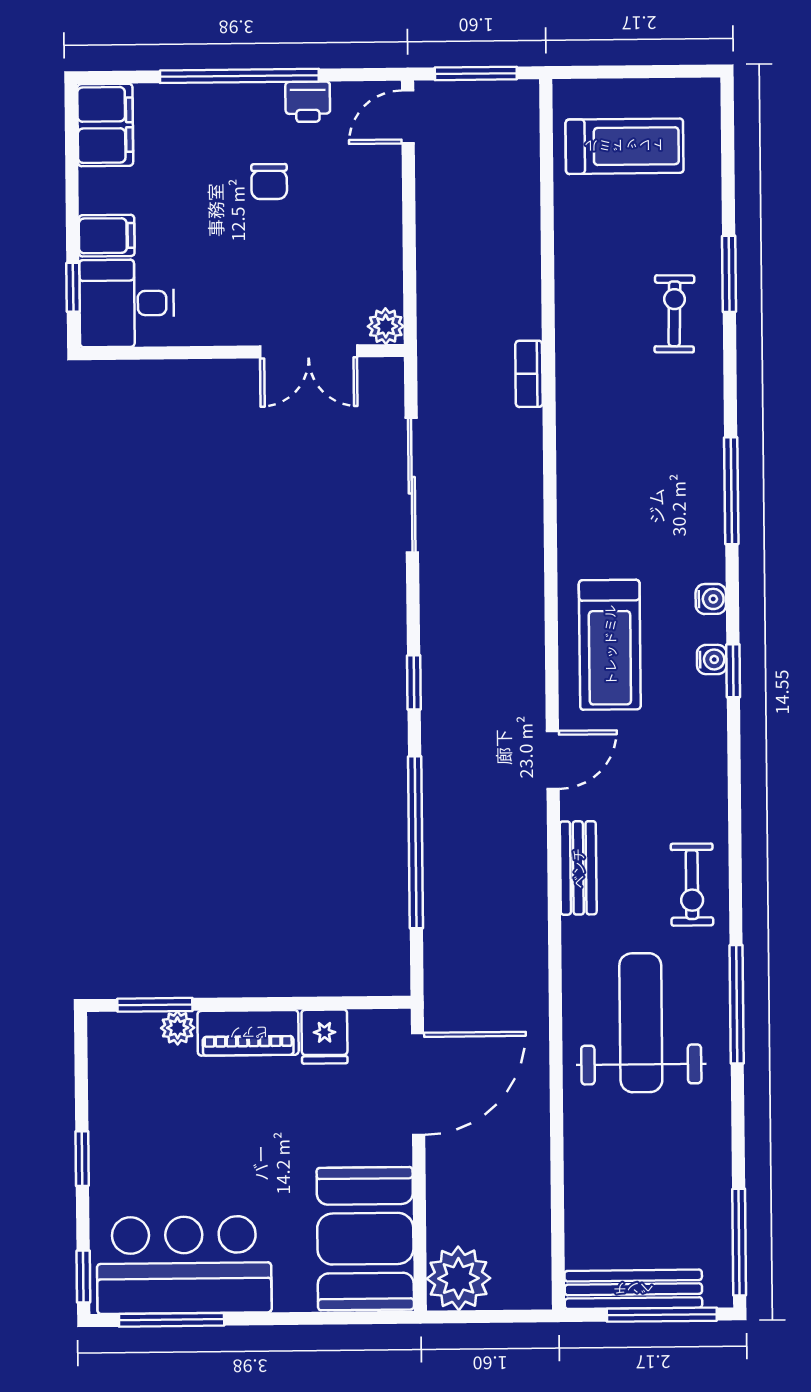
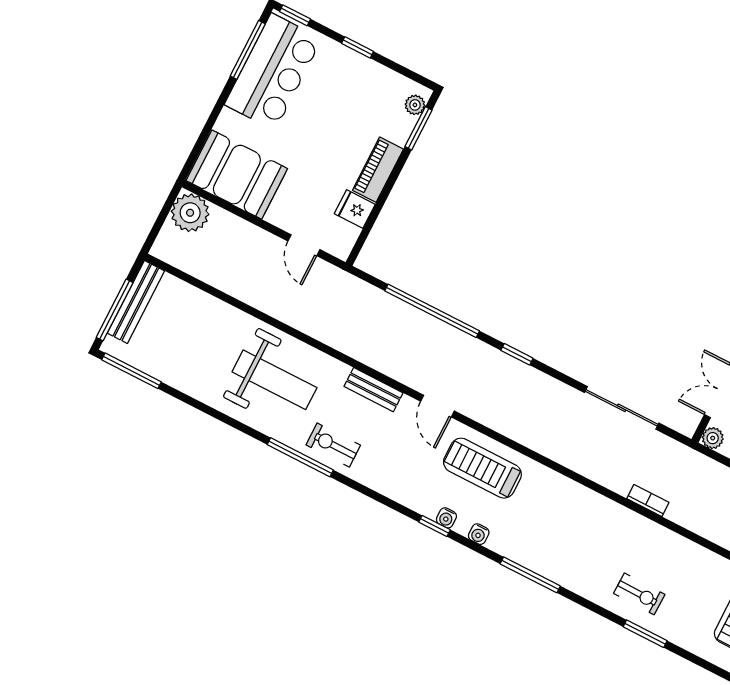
window: (737, 1004) -> (300, 457), moved
plant: (178, 1028) -> (415, 105), moved
door: (418, 1084) -> (304, 245), width x0.53

